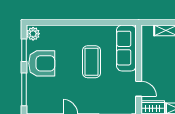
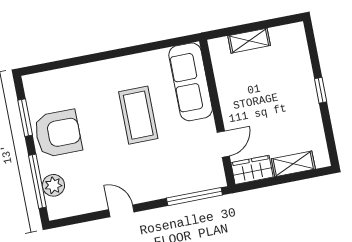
plant: (33, 34) -> (53, 185), moved
door: (139, 89) -> (223, 144), hinge flipped

